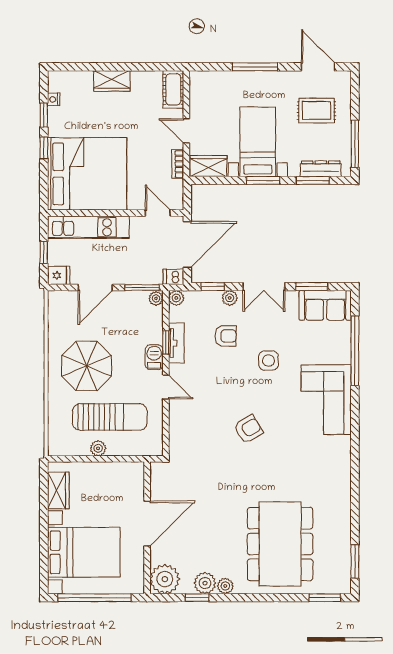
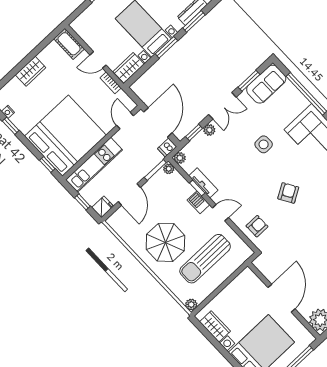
window: (44, 148) -> (47, 164), moved
door: (158, 213) -> (125, 120), hinge flipped
armchair: (226, 336) -> (257, 226), moved
sun lounger: (110, 417) -> (205, 259), turned 180
plant: (98, 448) -> (191, 305), moved

